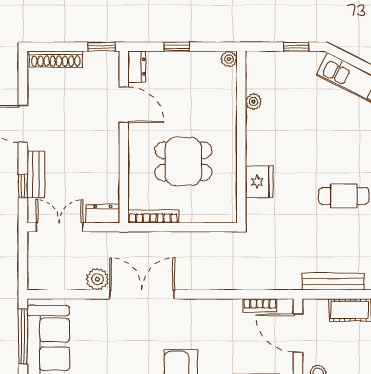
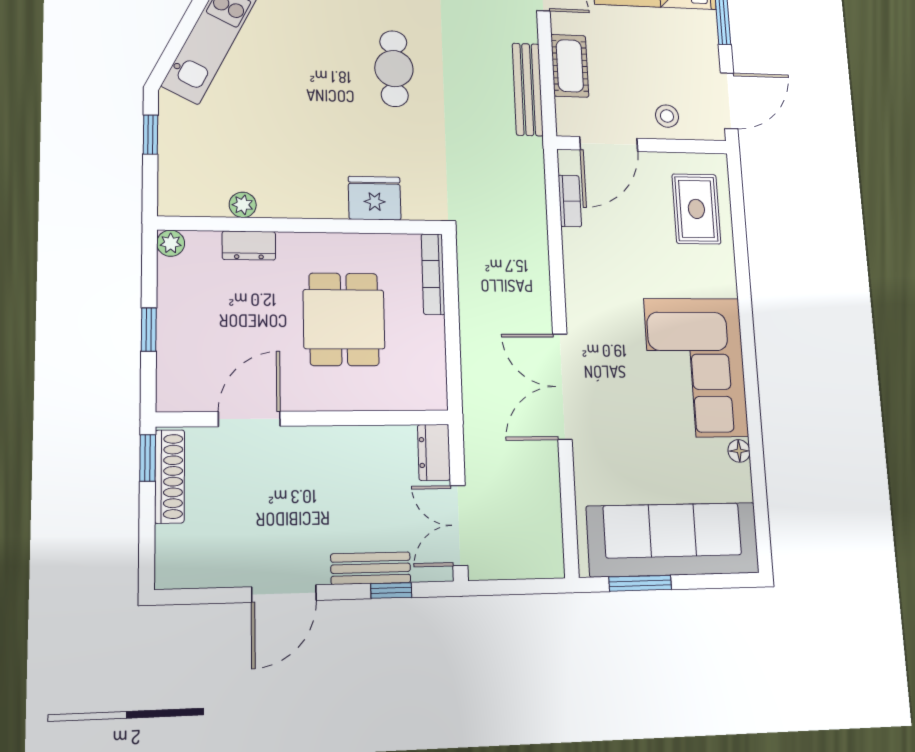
shoe rack: (56, 59) -> (170, 476), moved
dresser: (137, 67) -> (249, 246), moved, turned 180
bookcase: (153, 217) -> (433, 274), moved
plant: (97, 279) -> (542, 460), removed
window: (23, 336) -> (640, 583), width x0.69

